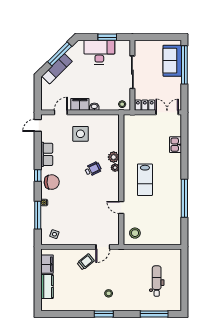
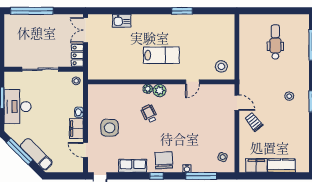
sofa: (172, 61) -> (27, 24), removed
plant: (114, 157) -> (160, 91), moved
window: (184, 198) -> (182, 11), width x0.47
dental chair: (157, 281) -> (275, 42), turned 90

